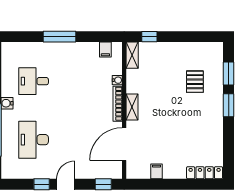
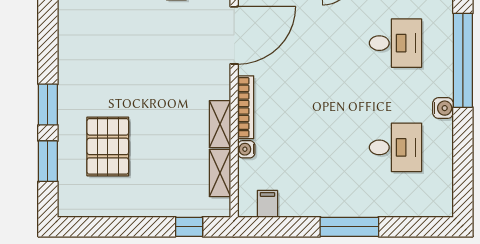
shelving: (132, 55) -> (220, 173), moved
pallet: (195, 82) -> (108, 146), width x1.50, depth x1.42
shelving: (132, 107) -> (220, 124), moved
desk: (34, 140) -> (395, 43), width x0.73

